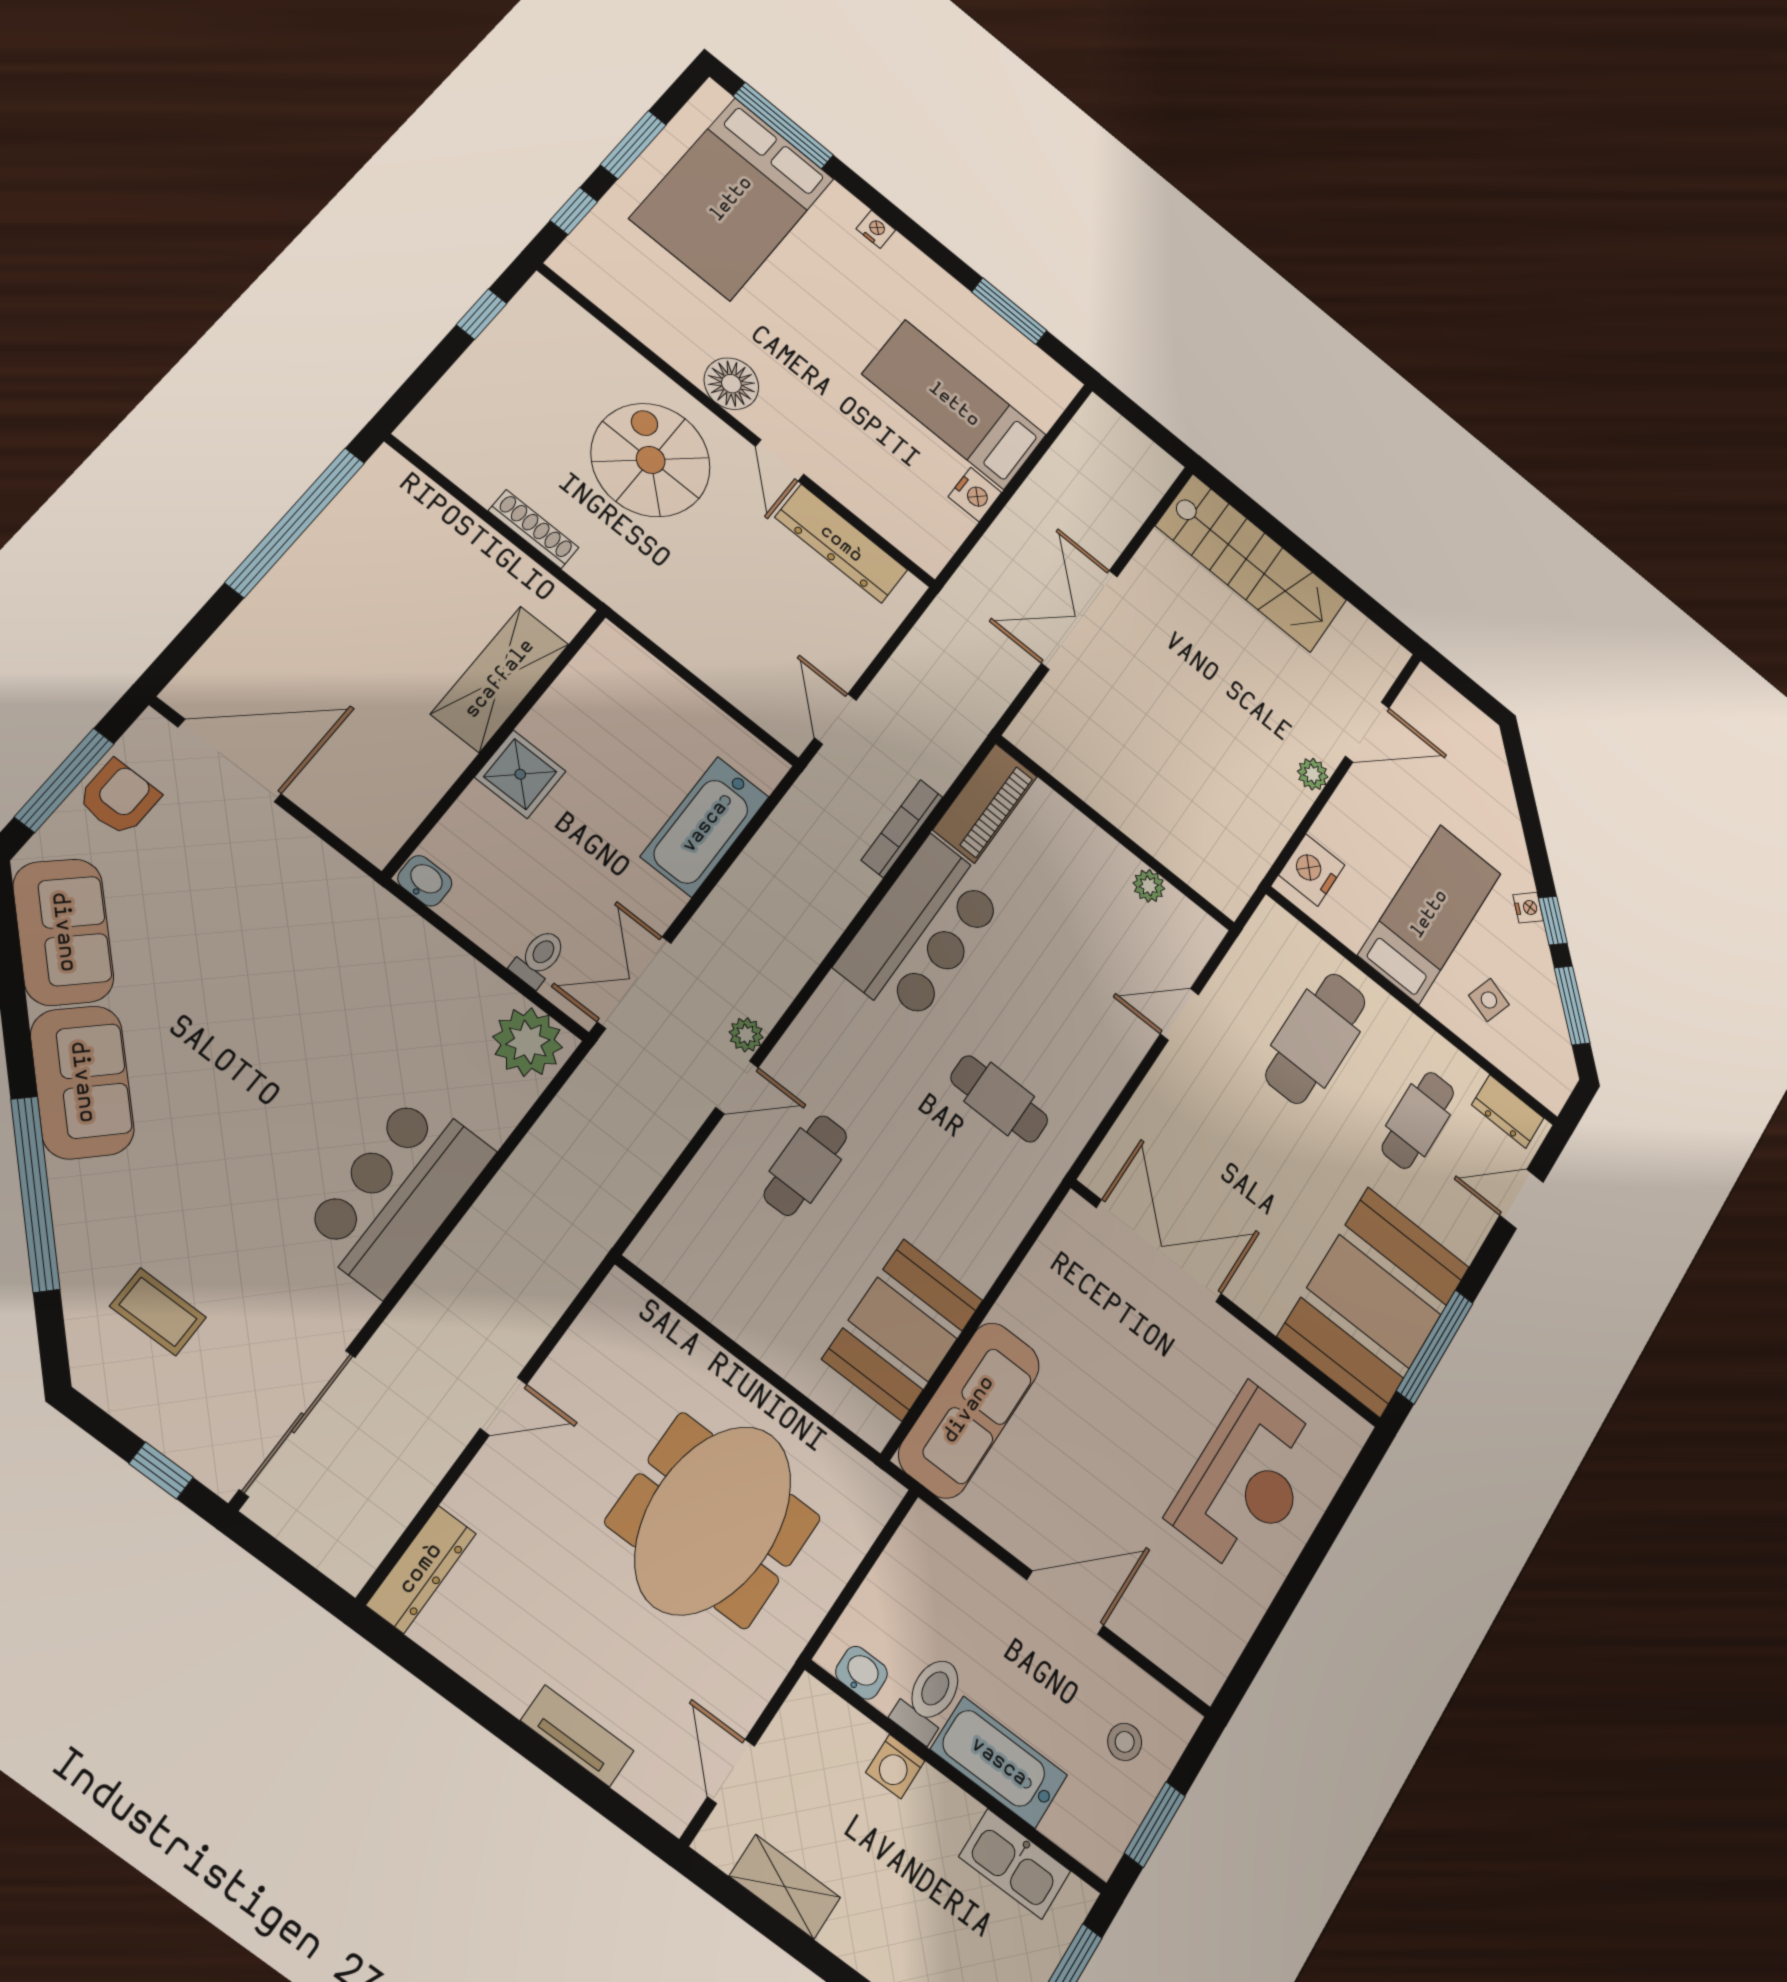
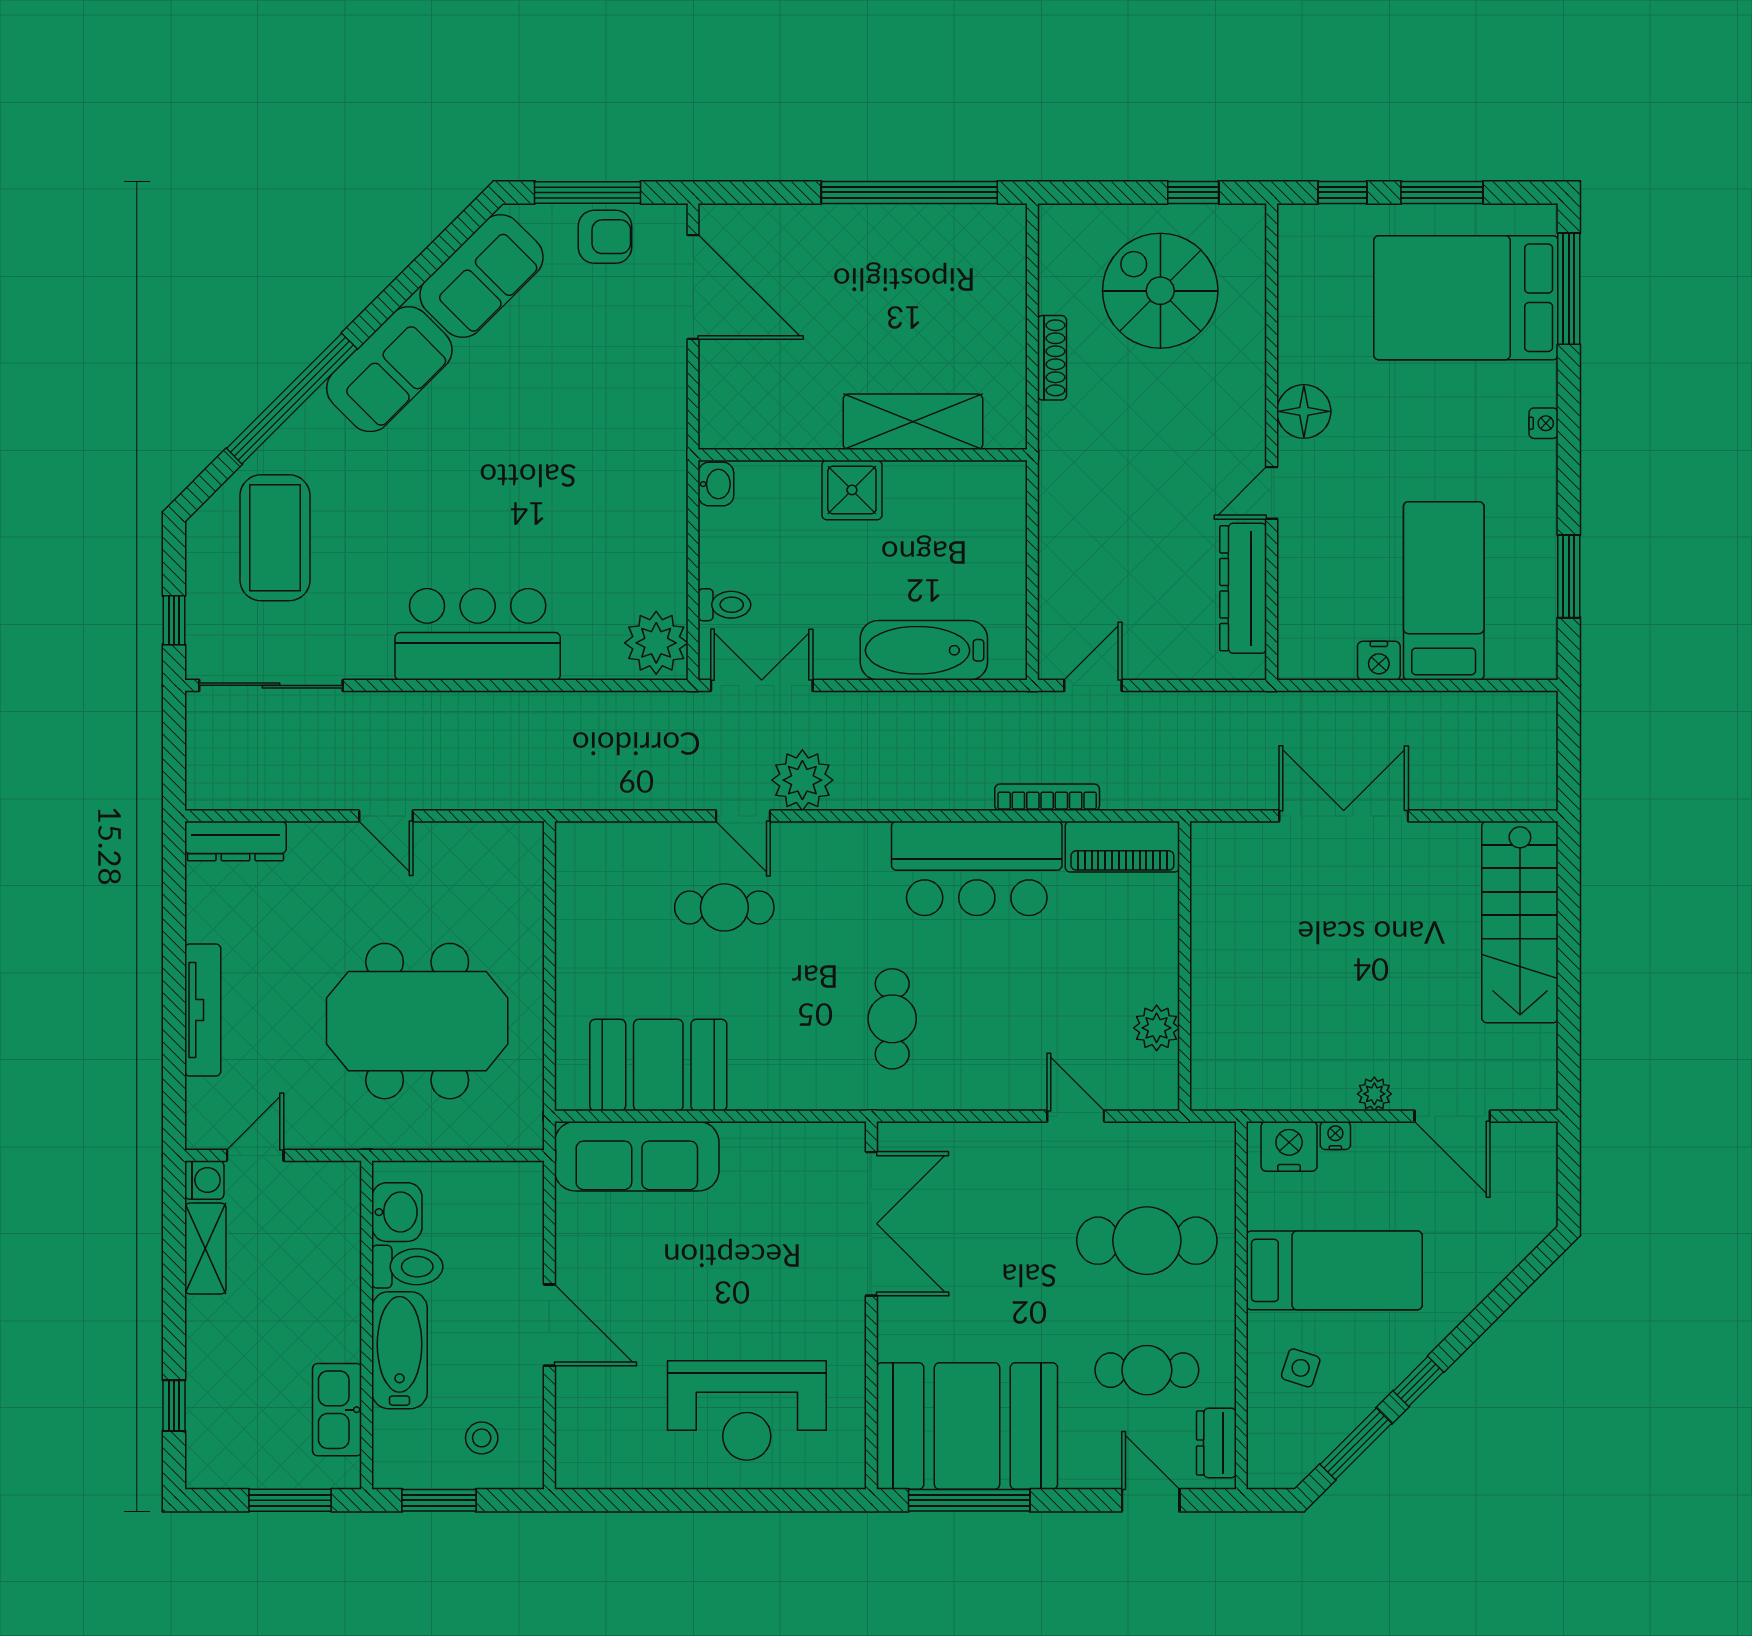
spiral stairs: (651, 460) -> (1160, 291), moved, turned -90
plant: (1149, 886) -> (1157, 1028), width x1.38, depth x1.38
nightstand: (1528, 908) -> (1335, 1136), moved, turned -135
plant: (746, 1035) -> (802, 780), width x1.88, depth x1.88
coffee table: (158, 1312) -> (275, 538), width x1.86, depth x1.72
washbasin: (862, 1673) -> (397, 1212), width x1.38, depth x1.45
tv unit: (577, 1736) -> (203, 1010), width x1.41
washing machine: (895, 1767) -> (204, 1180), moved, turned 180

